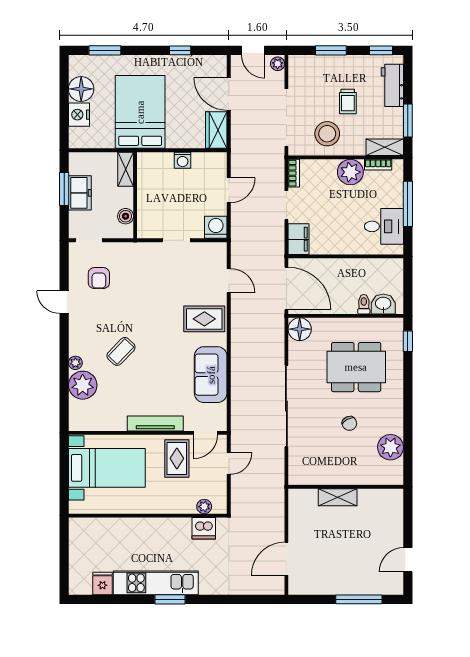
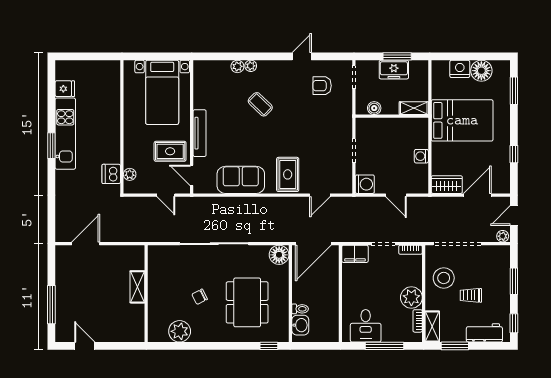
plant: (83, 385) -> (237, 66), width x0.53, depth x0.53
door: (286, 559) -> (86, 244), hinge flipped

